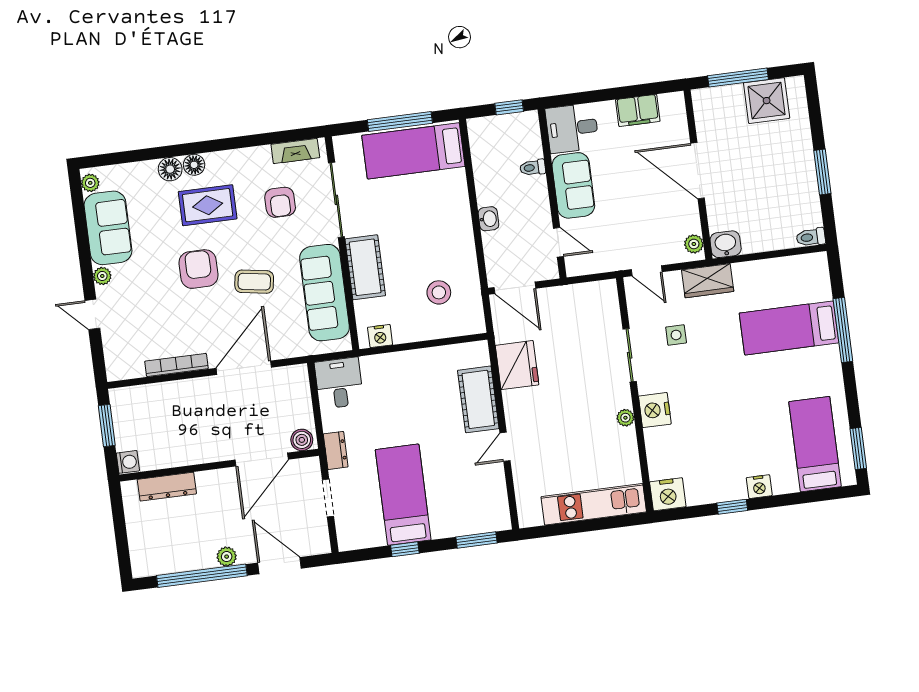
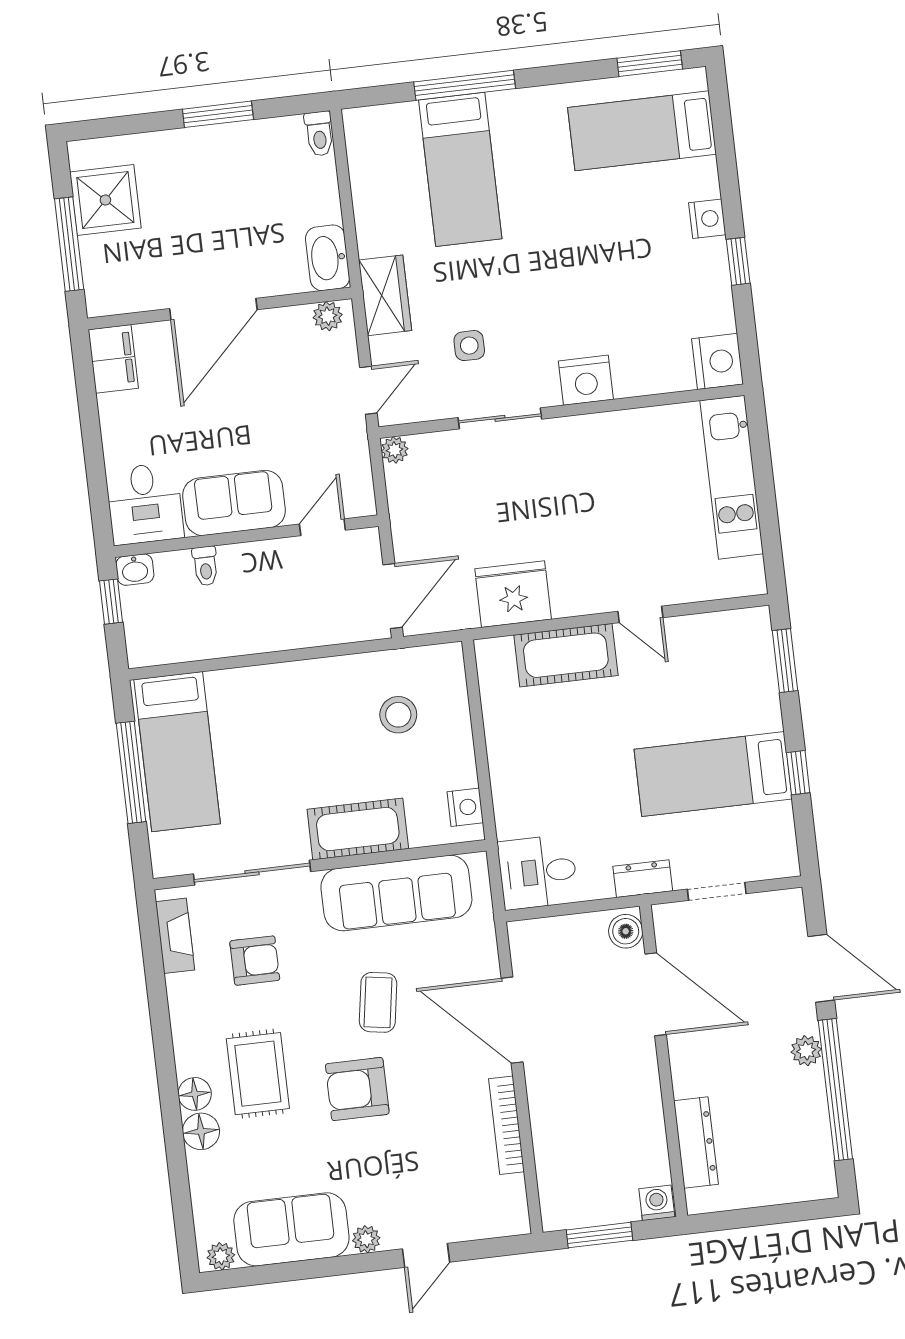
filing cabinet: (638, 110) -> (113, 359), moved
washbasin: (488, 219) -> (135, 570), moved, turned 180
washbasin: (726, 244) -> (328, 258), width x1.38
plant: (625, 418) -> (395, 450), moved
door: (280, 566) -> (821, 968), swing flipped

